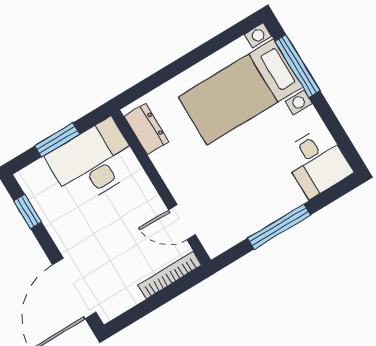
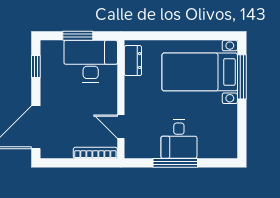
desk: (317, 162) -> (179, 139), moved

